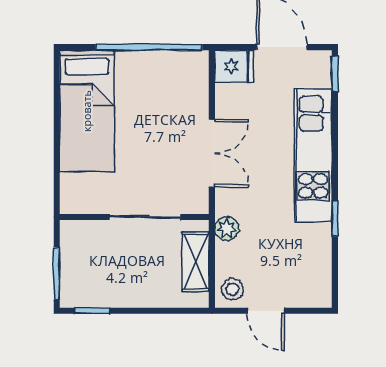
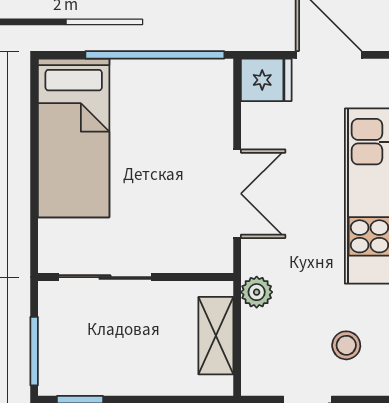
sliding door: (145, 217) -> (105, 277), moved
stool: (232, 289) -> (346, 345), moved

